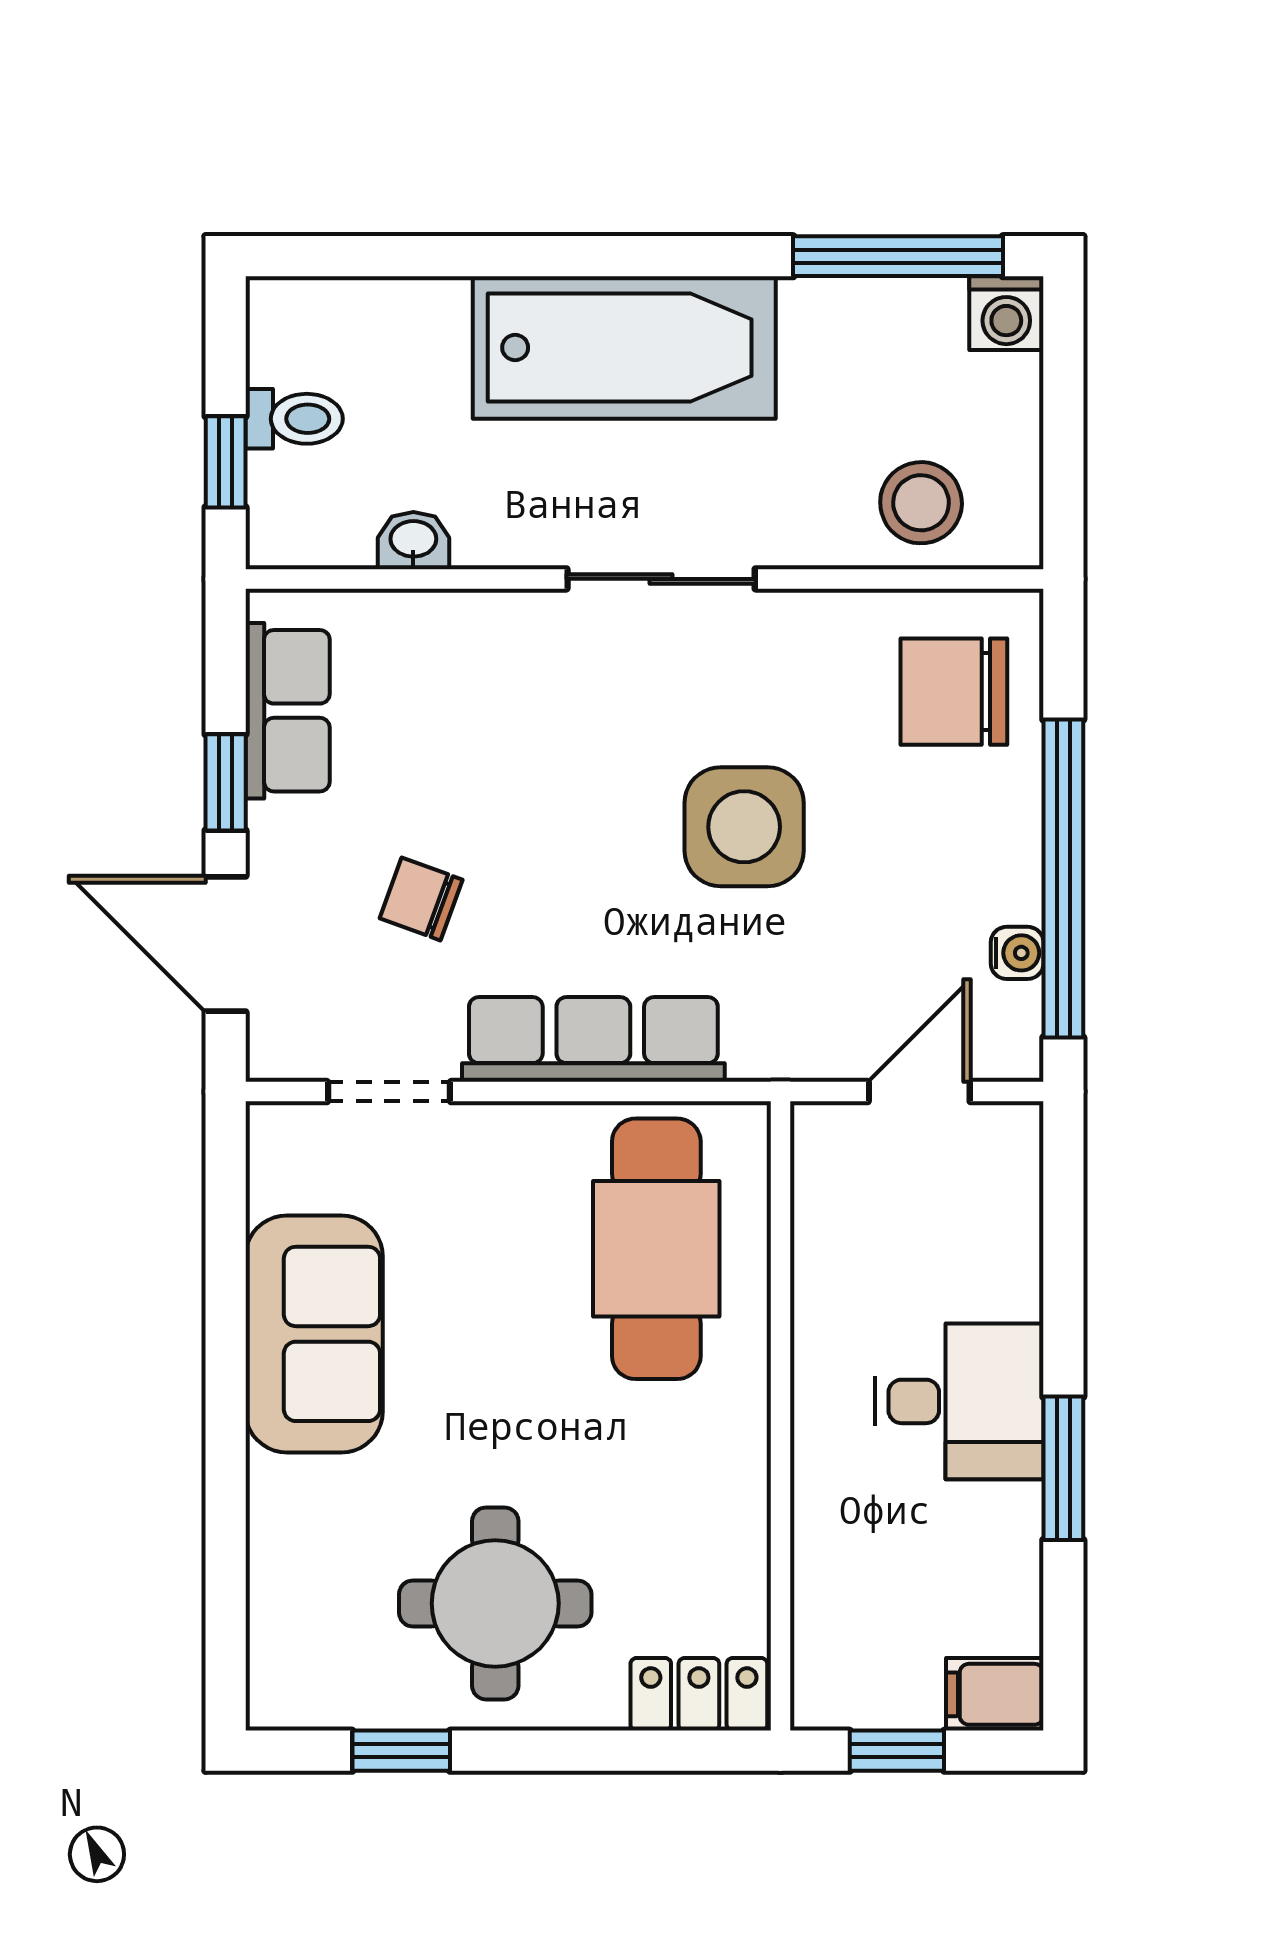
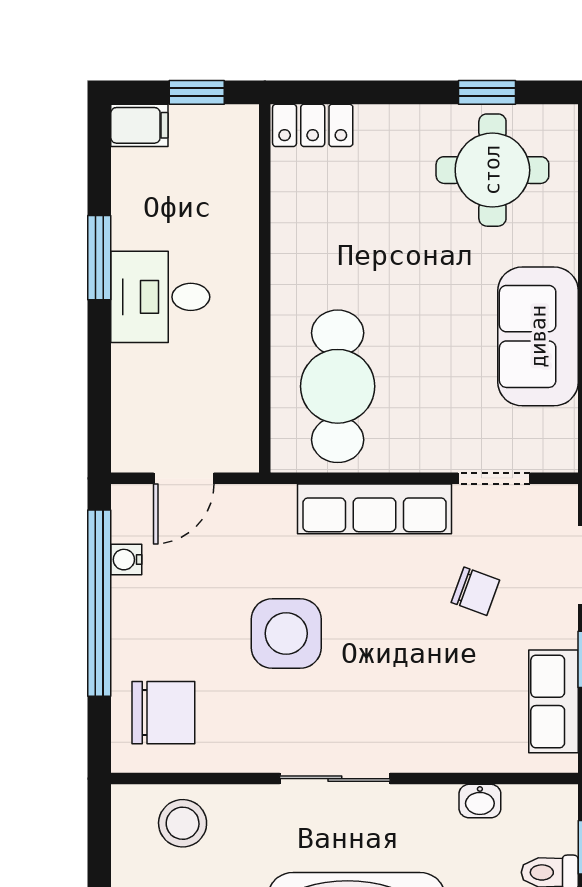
round table: (495, 1603) -> (492, 170), moved

